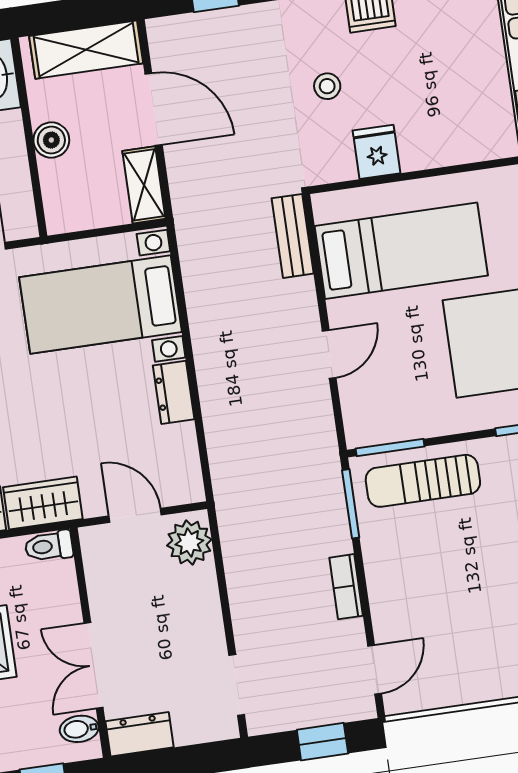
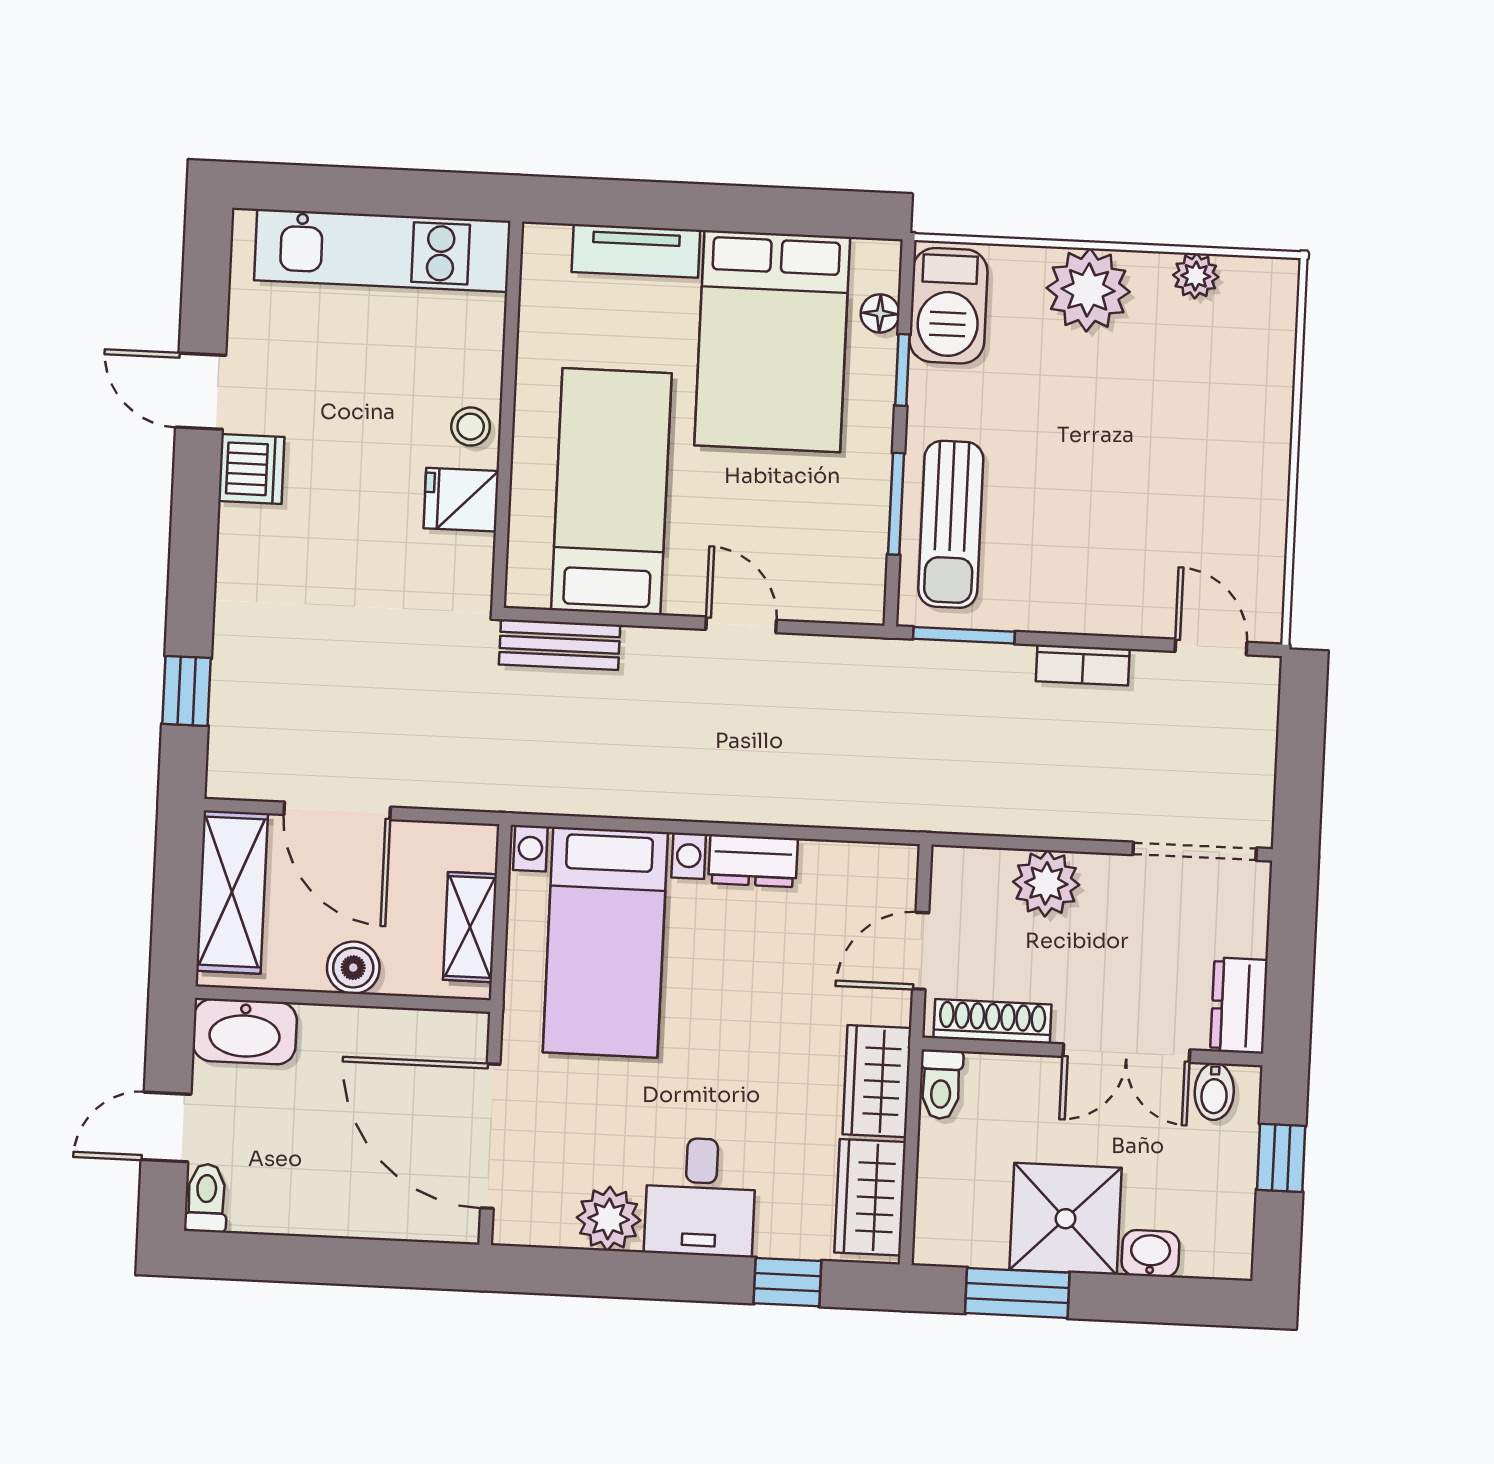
stool: (327, 86) -> (471, 427), moved
door: (154, 109) -> (337, 811), swing flipped
shelving: (144, 185) -> (470, 927), moved, turned 90
window: (390, 447) -> (896, 504), moved
plant: (189, 542) -> (1046, 883), moved
shoe rack: (97, 572) -> (992, 1021), added
doorway: (237, 685) -> (1195, 851), width x1.38
window: (322, 742) -> (1301, 743), removed

